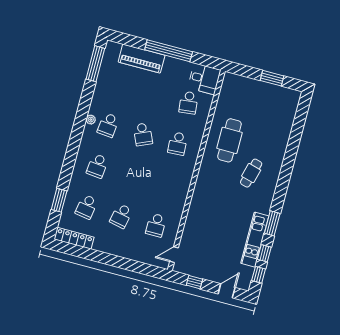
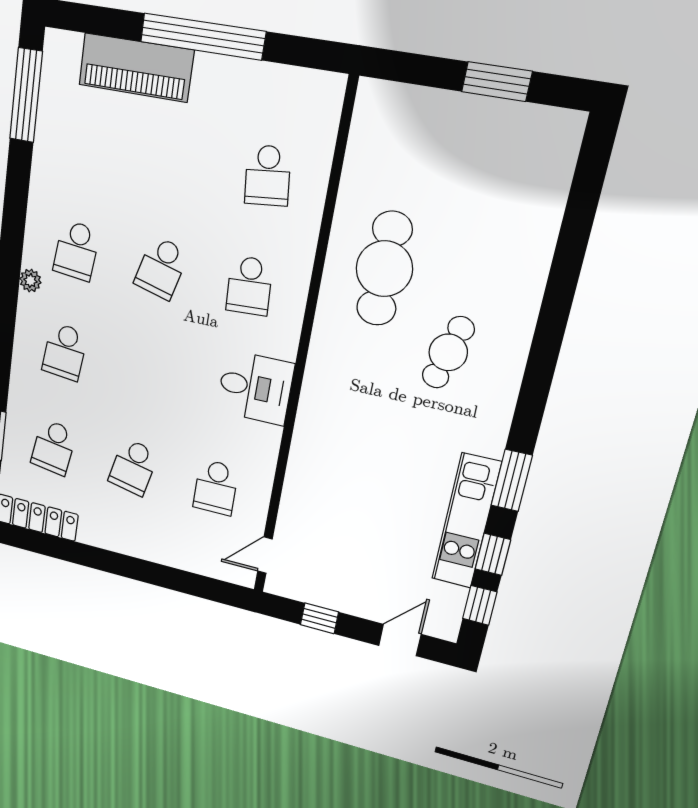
desk: (204, 79) -> (255, 388), moved
plant: (91, 120) -> (30, 281), moved
school desk: (143, 134) -> (161, 268), turned 39

